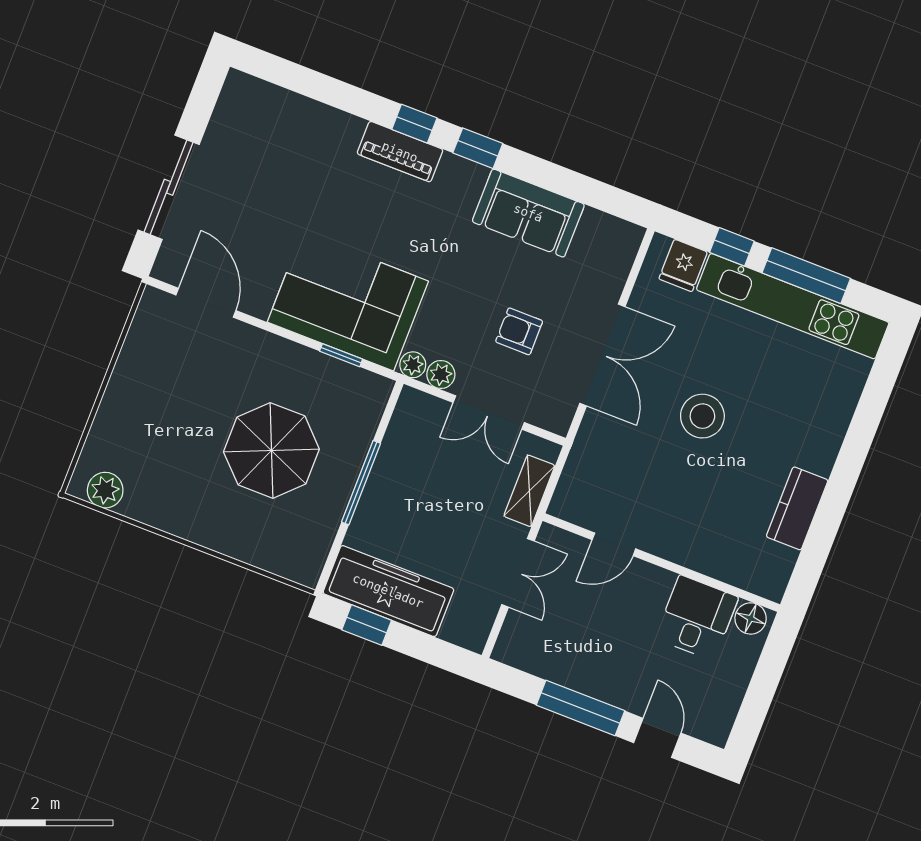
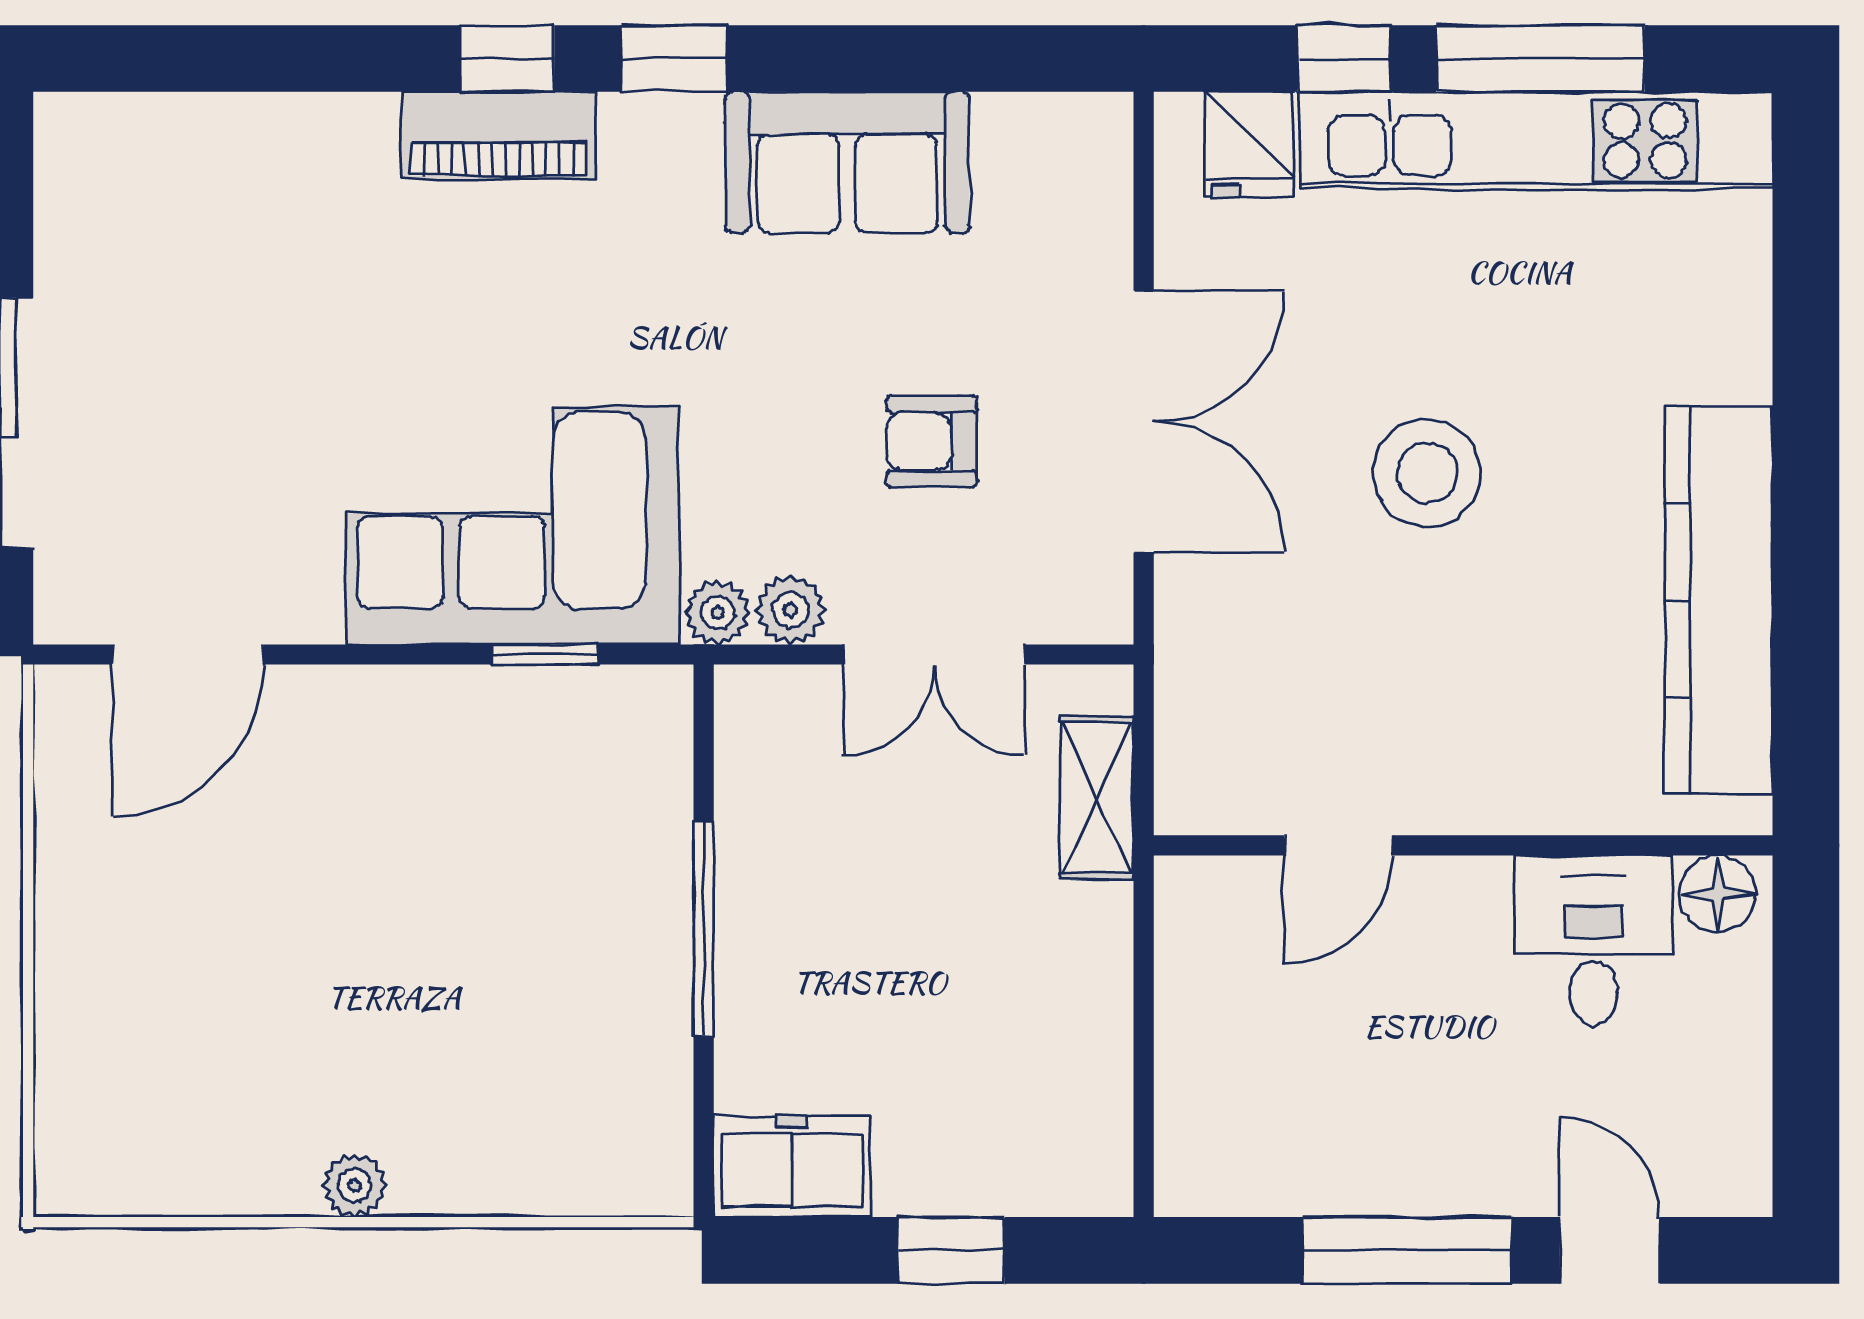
door: (206, 303) -> (188, 654), swing flipped
parasol: (271, 450) -> (470, 935), removed
plant: (105, 490) -> (354, 1185), moved, width x0.73, depth x0.73
kitchen counter: (797, 508) -> (1718, 600), width x2.08, depth x1.17
double door: (518, 573) -> (1144, 996), removed
freezer: (388, 591) -> (792, 1166), width x0.52, depth x0.79
window: (367, 625) -> (951, 1250), moved

